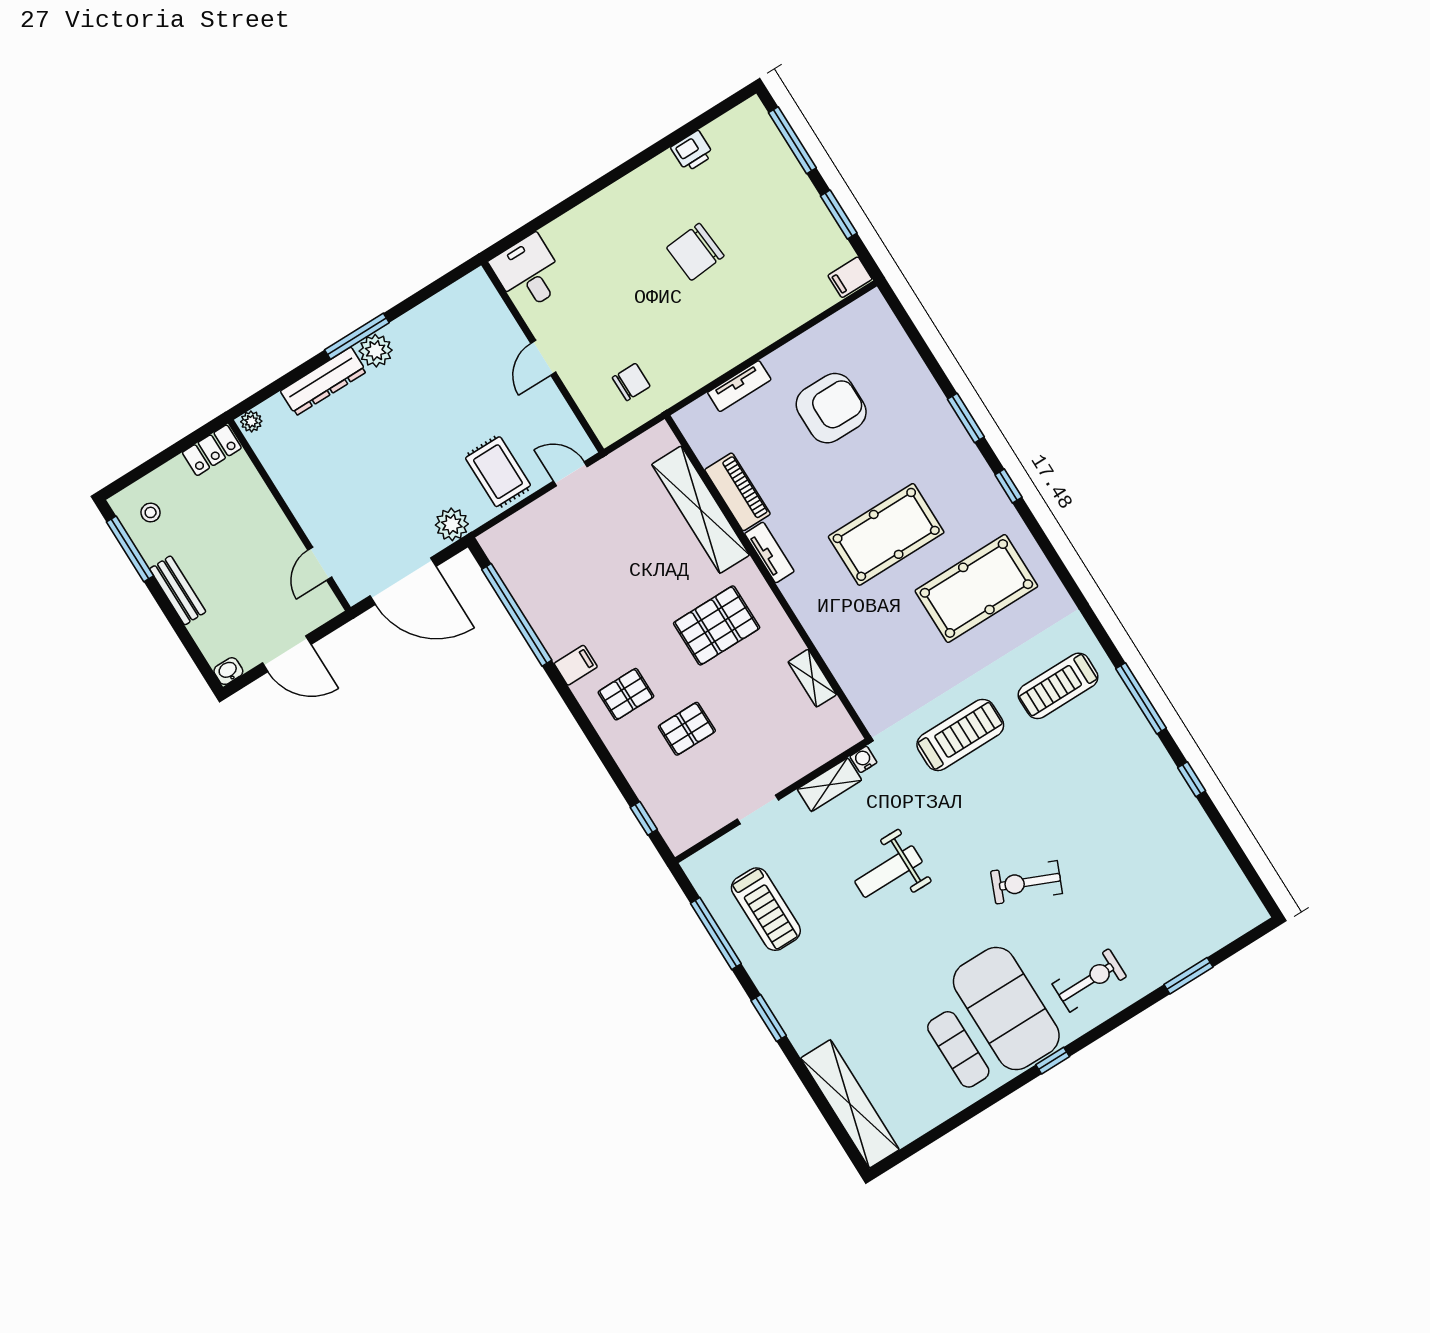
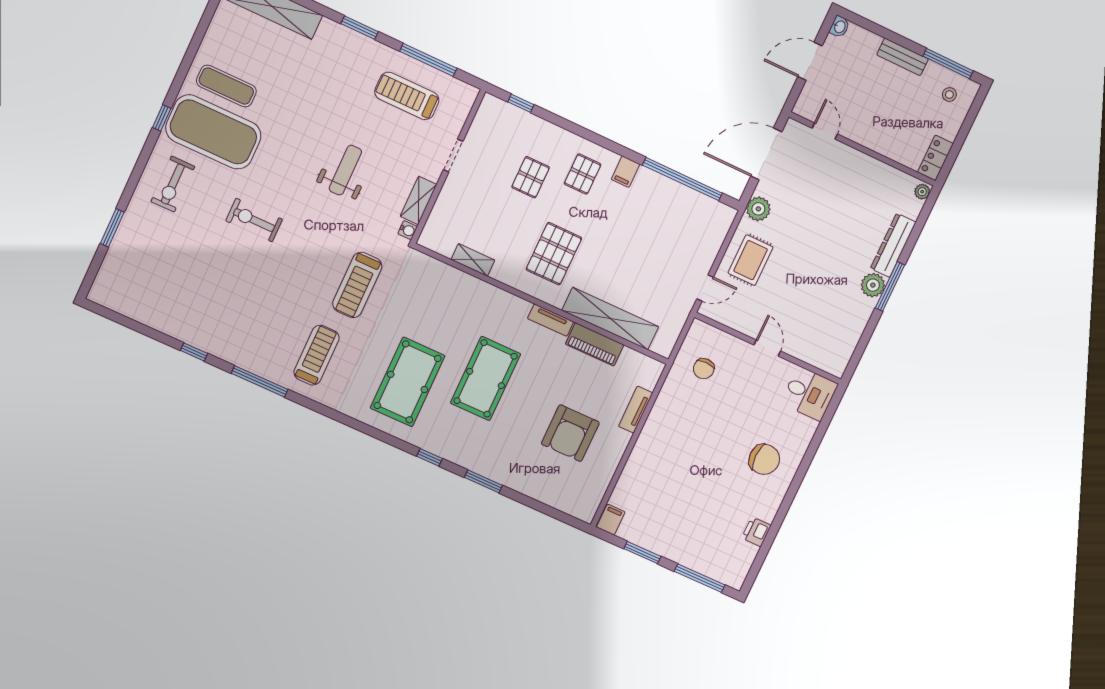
chair: (695, 252) -> (764, 459), moved, turned 95
rug: (498, 472) -> (751, 260), turned 90
exercise bike: (1027, 882) -> (254, 220), turned -113

